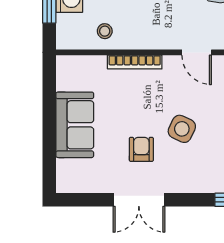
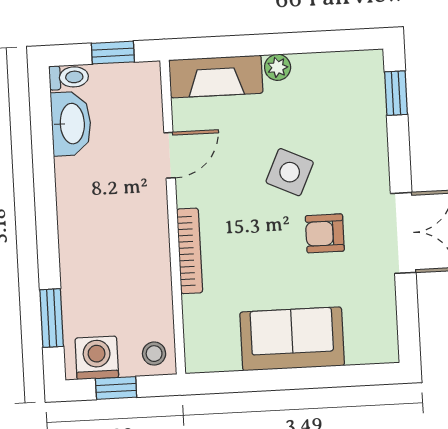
stool: (105, 31) -> (154, 354), moved

